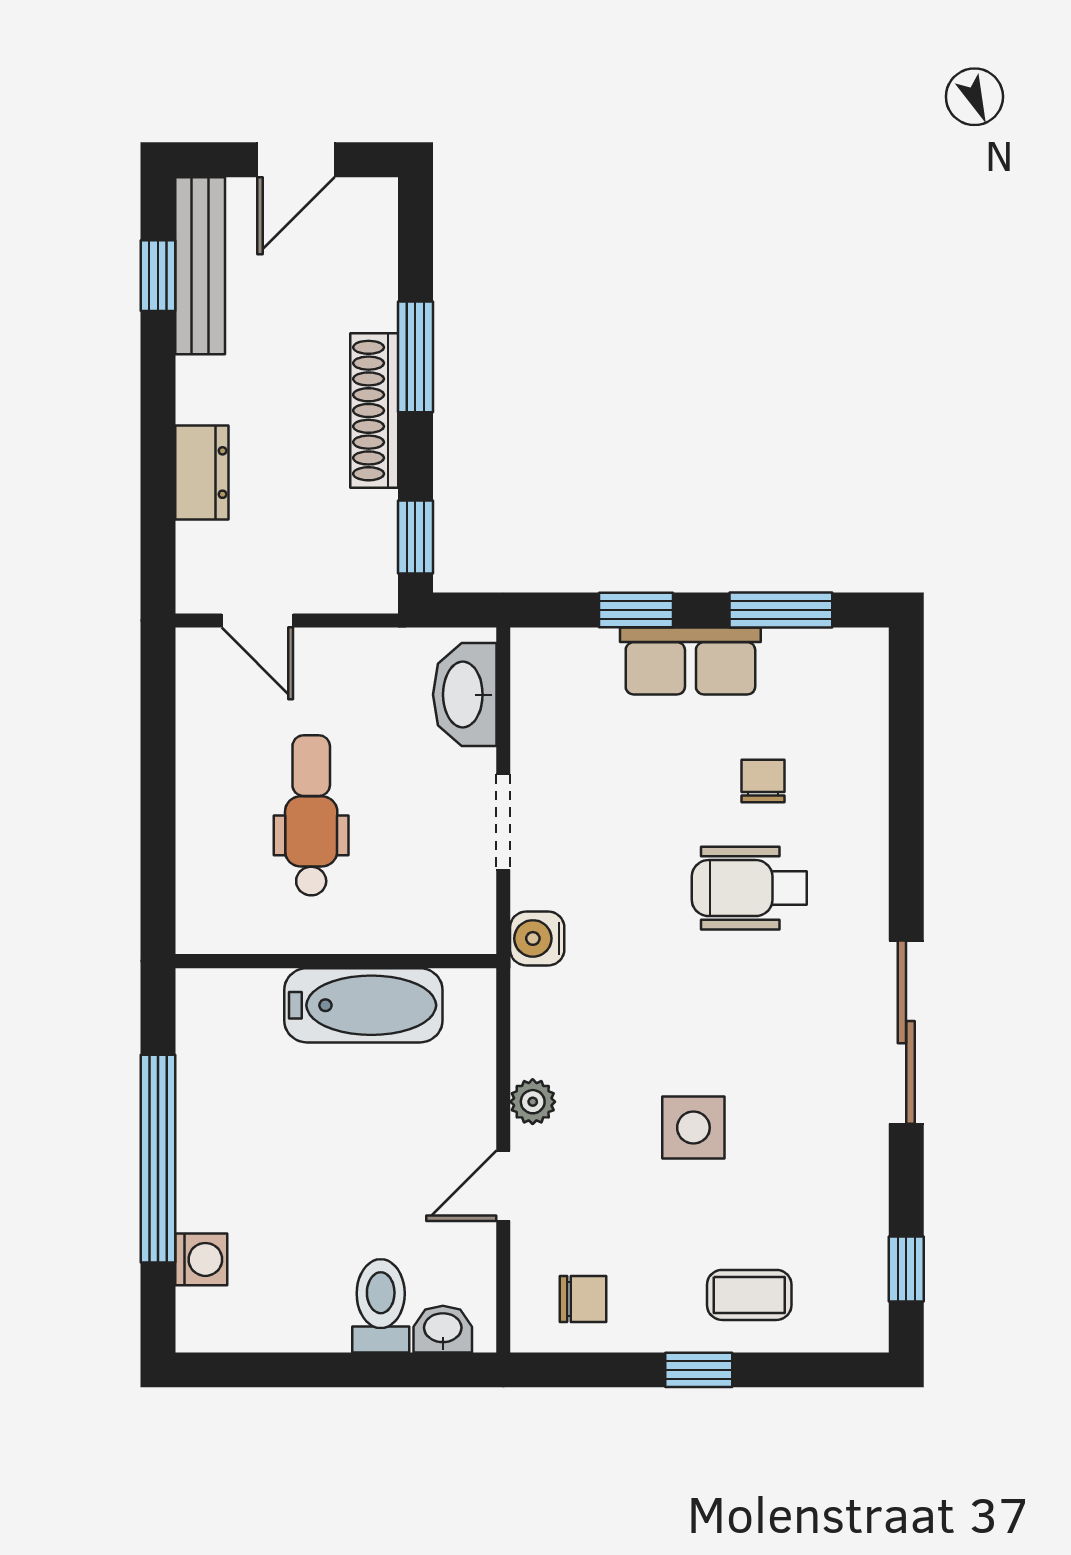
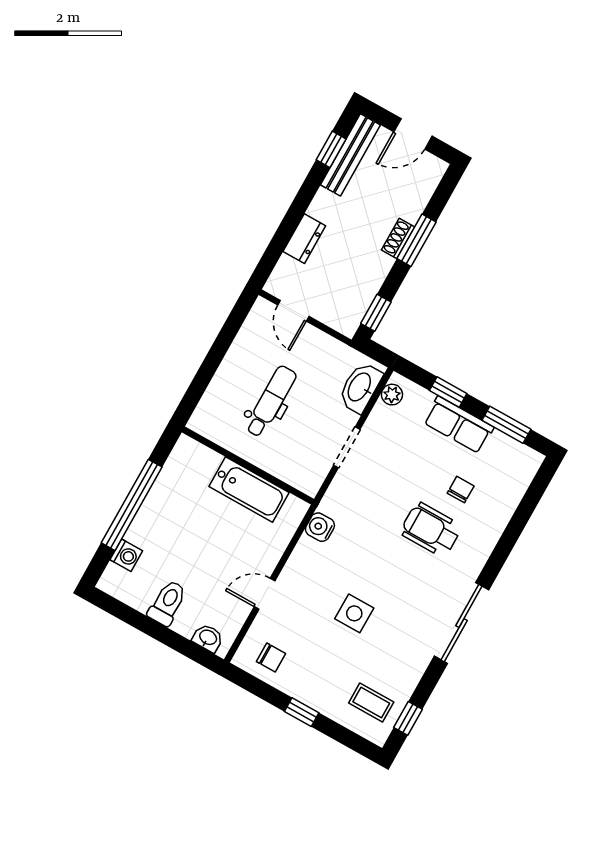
shoe rack: (374, 411) -> (398, 238), width x0.51, depth x0.81
water cooler: (537, 938) -> (320, 527), moved
plant: (533, 1102) -> (392, 395), moved
coffee table: (749, 1295) -> (371, 702), moved
toilet: (381, 1306) -> (167, 603), moved

